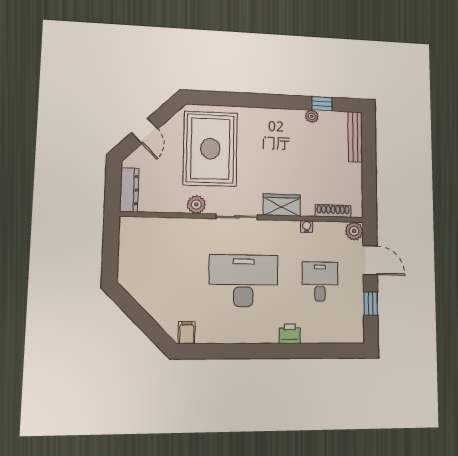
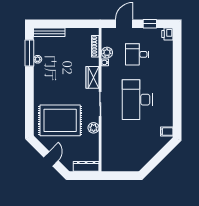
window: (322, 104) -> (29, 53), width x2.17
door: (145, 131) -> (51, 159), hinge flipped
plant: (354, 231) -> (107, 53), moved
printer: (290, 334) -> (167, 34), moved

